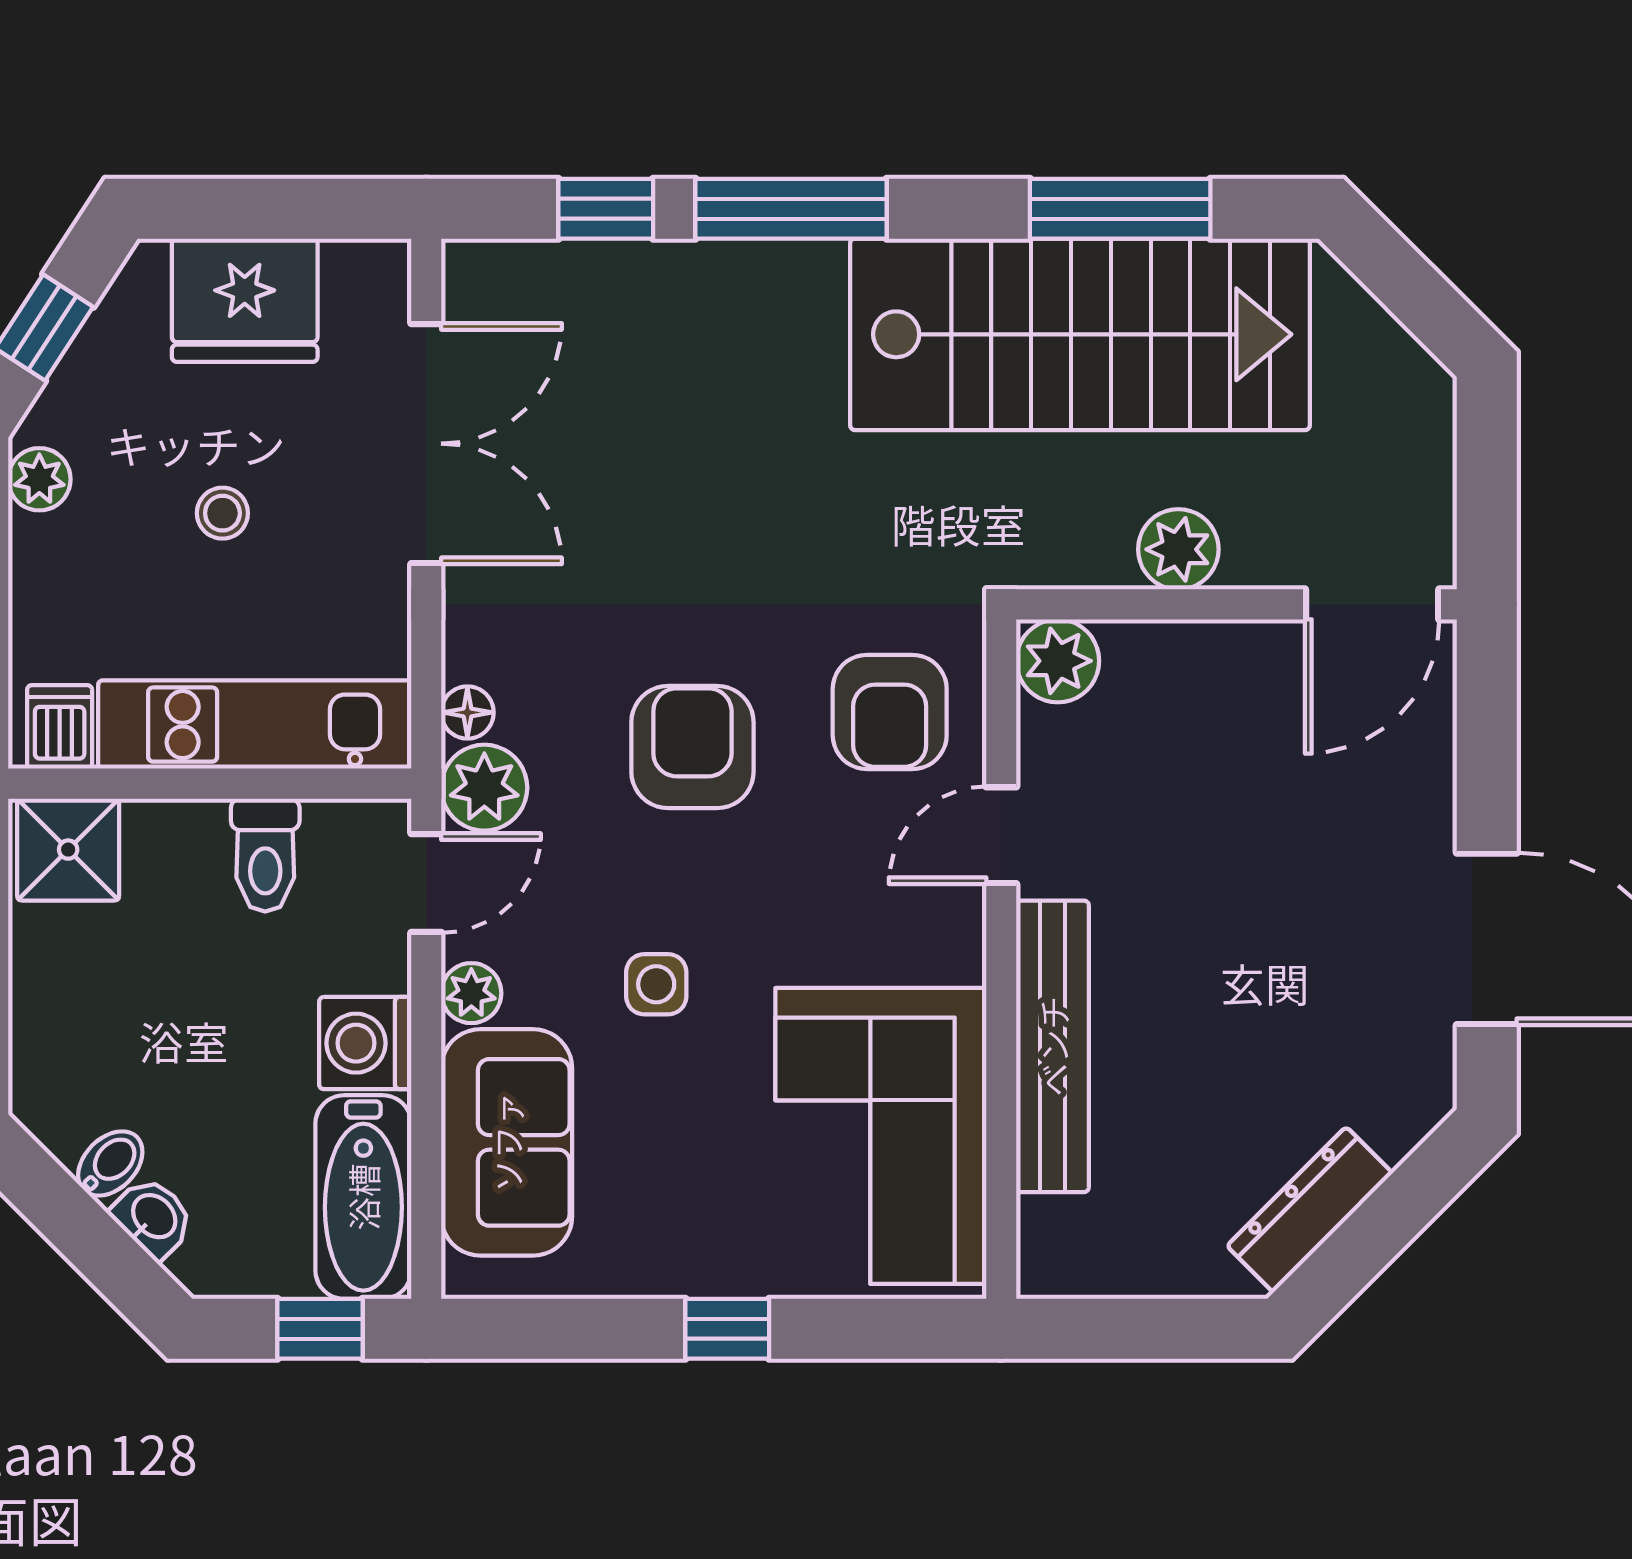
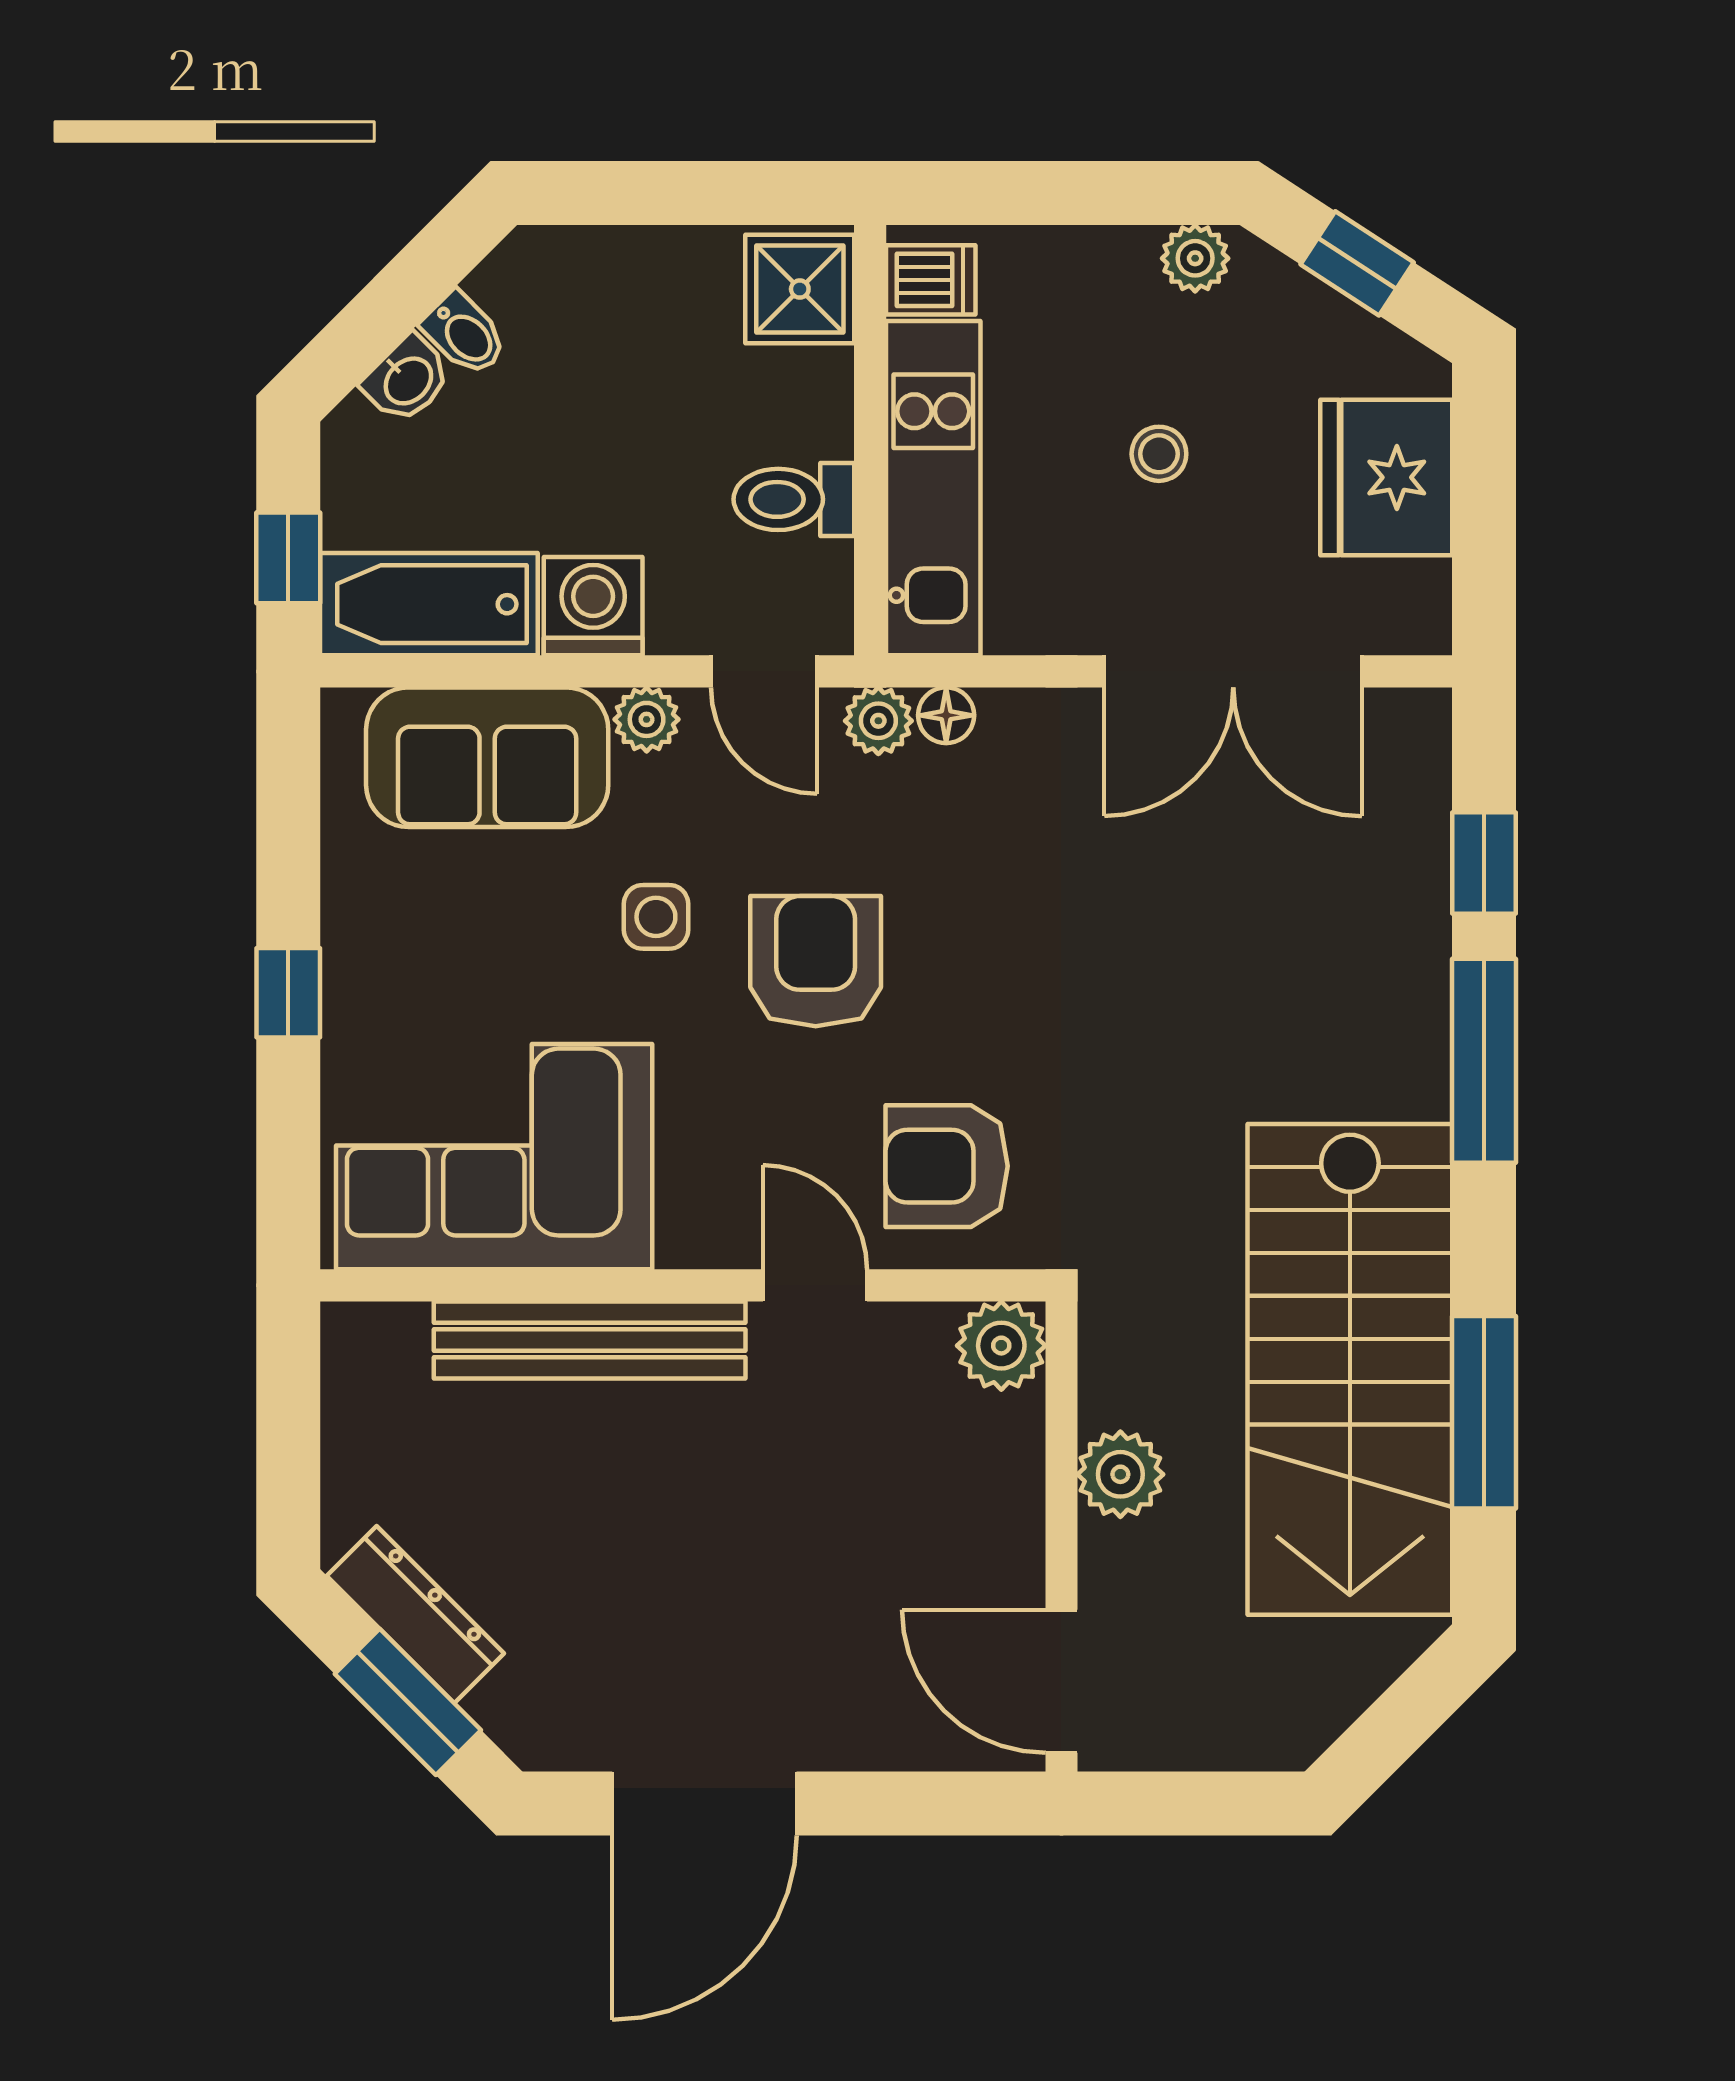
armchair: (692, 747) -> (816, 961), moved, turned -90
plant: (484, 788) -> (878, 721), width x0.73, depth x0.73
window: (1392, 1217) -> (408, 1702), added

